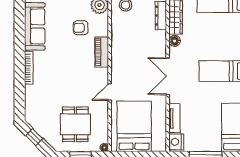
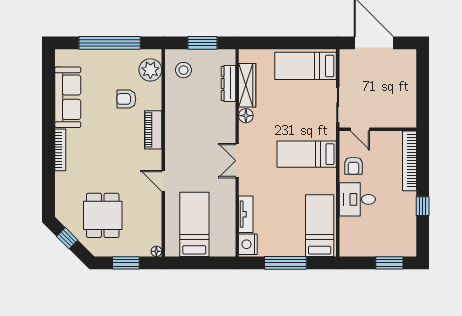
double door: (168, 76) -> (237, 161), width x0.73
door: (110, 92) -> (163, 181), hinge flipped
dining table: (75, 124) -> (103, 215), moved
bed: (134, 126) -> (194, 224), width x0.67

